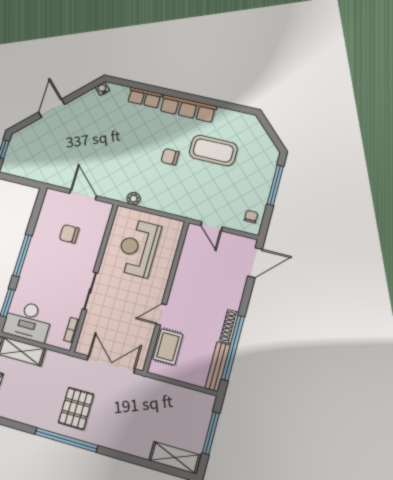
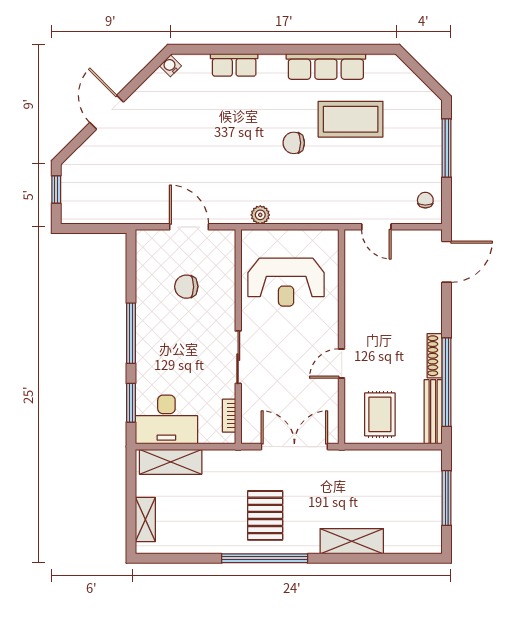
row of seats: (188, 108) -> (326, 66), moved
reception desk: (138, 248) -> (286, 282), turned -90
rug: (168, 347) -> (380, 414), moved
shelving: (175, 458) -> (352, 541), moved

